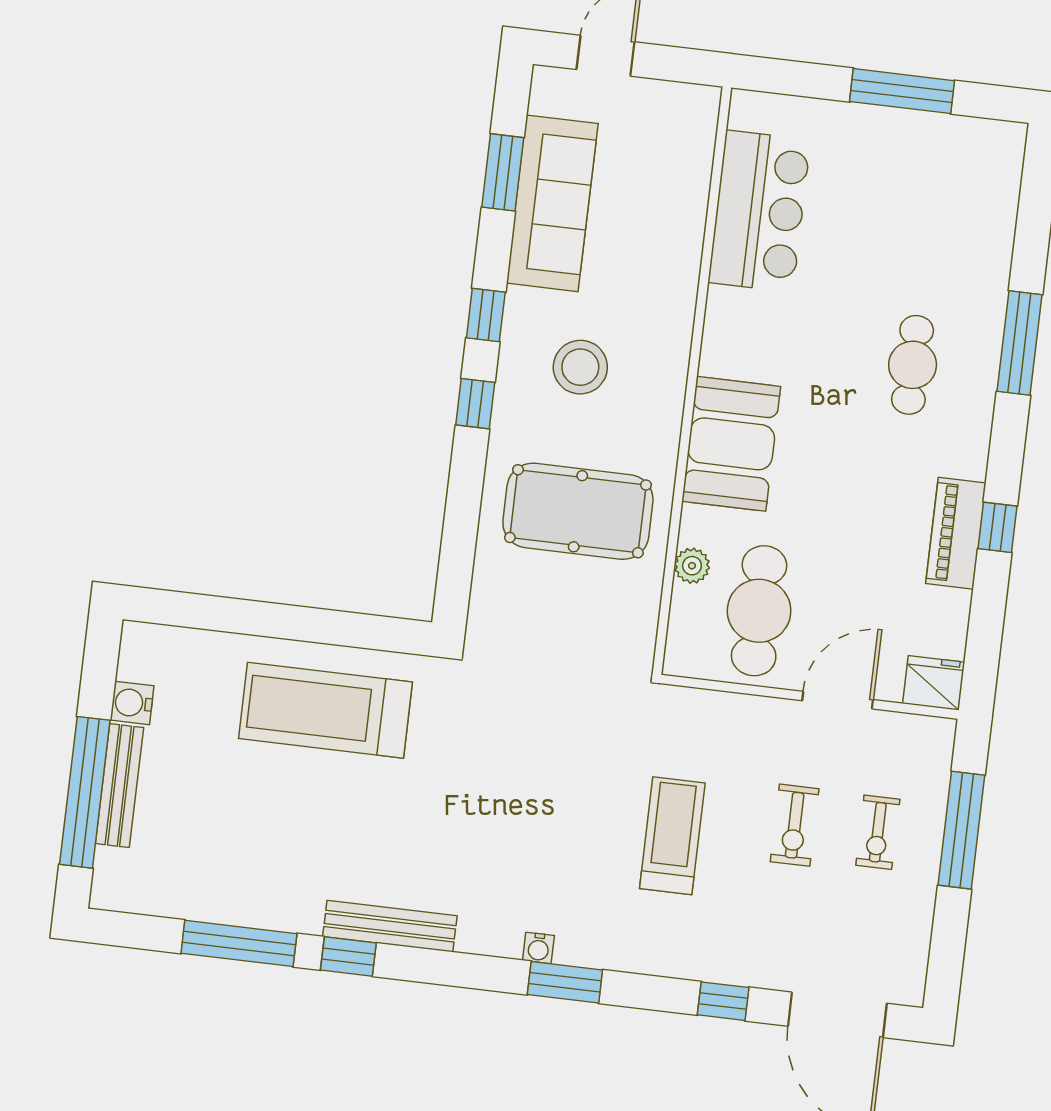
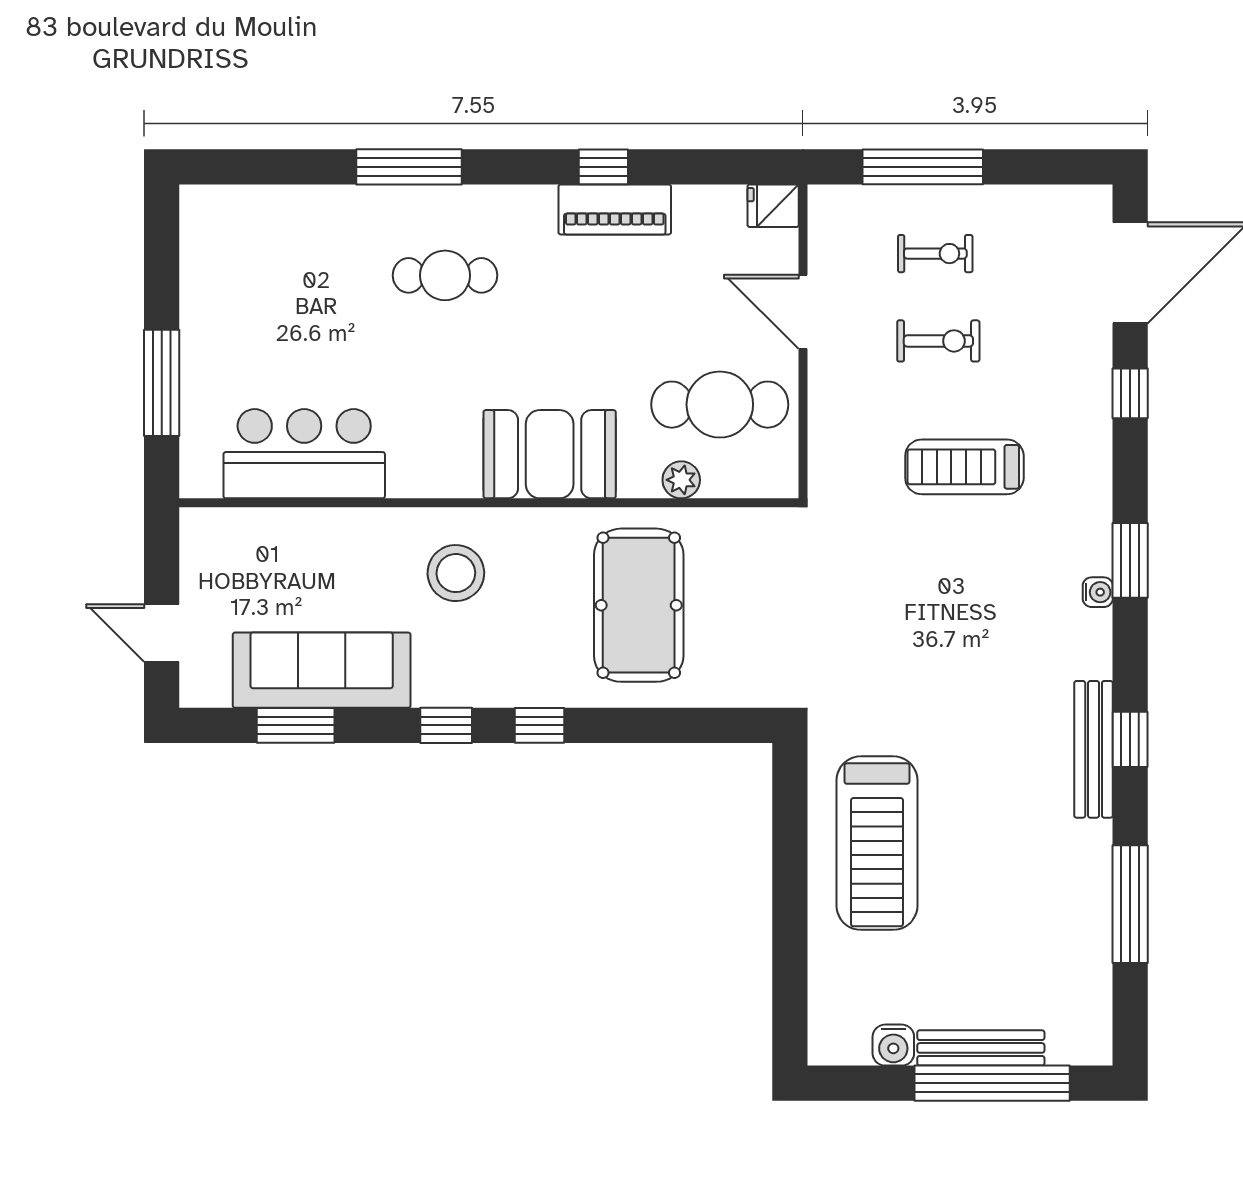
window: (902, 91) -> (162, 383), moved
stool: (580, 367) -> (456, 573), moved
fridge: (934, 683) -> (773, 206), width x0.72
window: (348, 956) -> (1130, 739), moved

